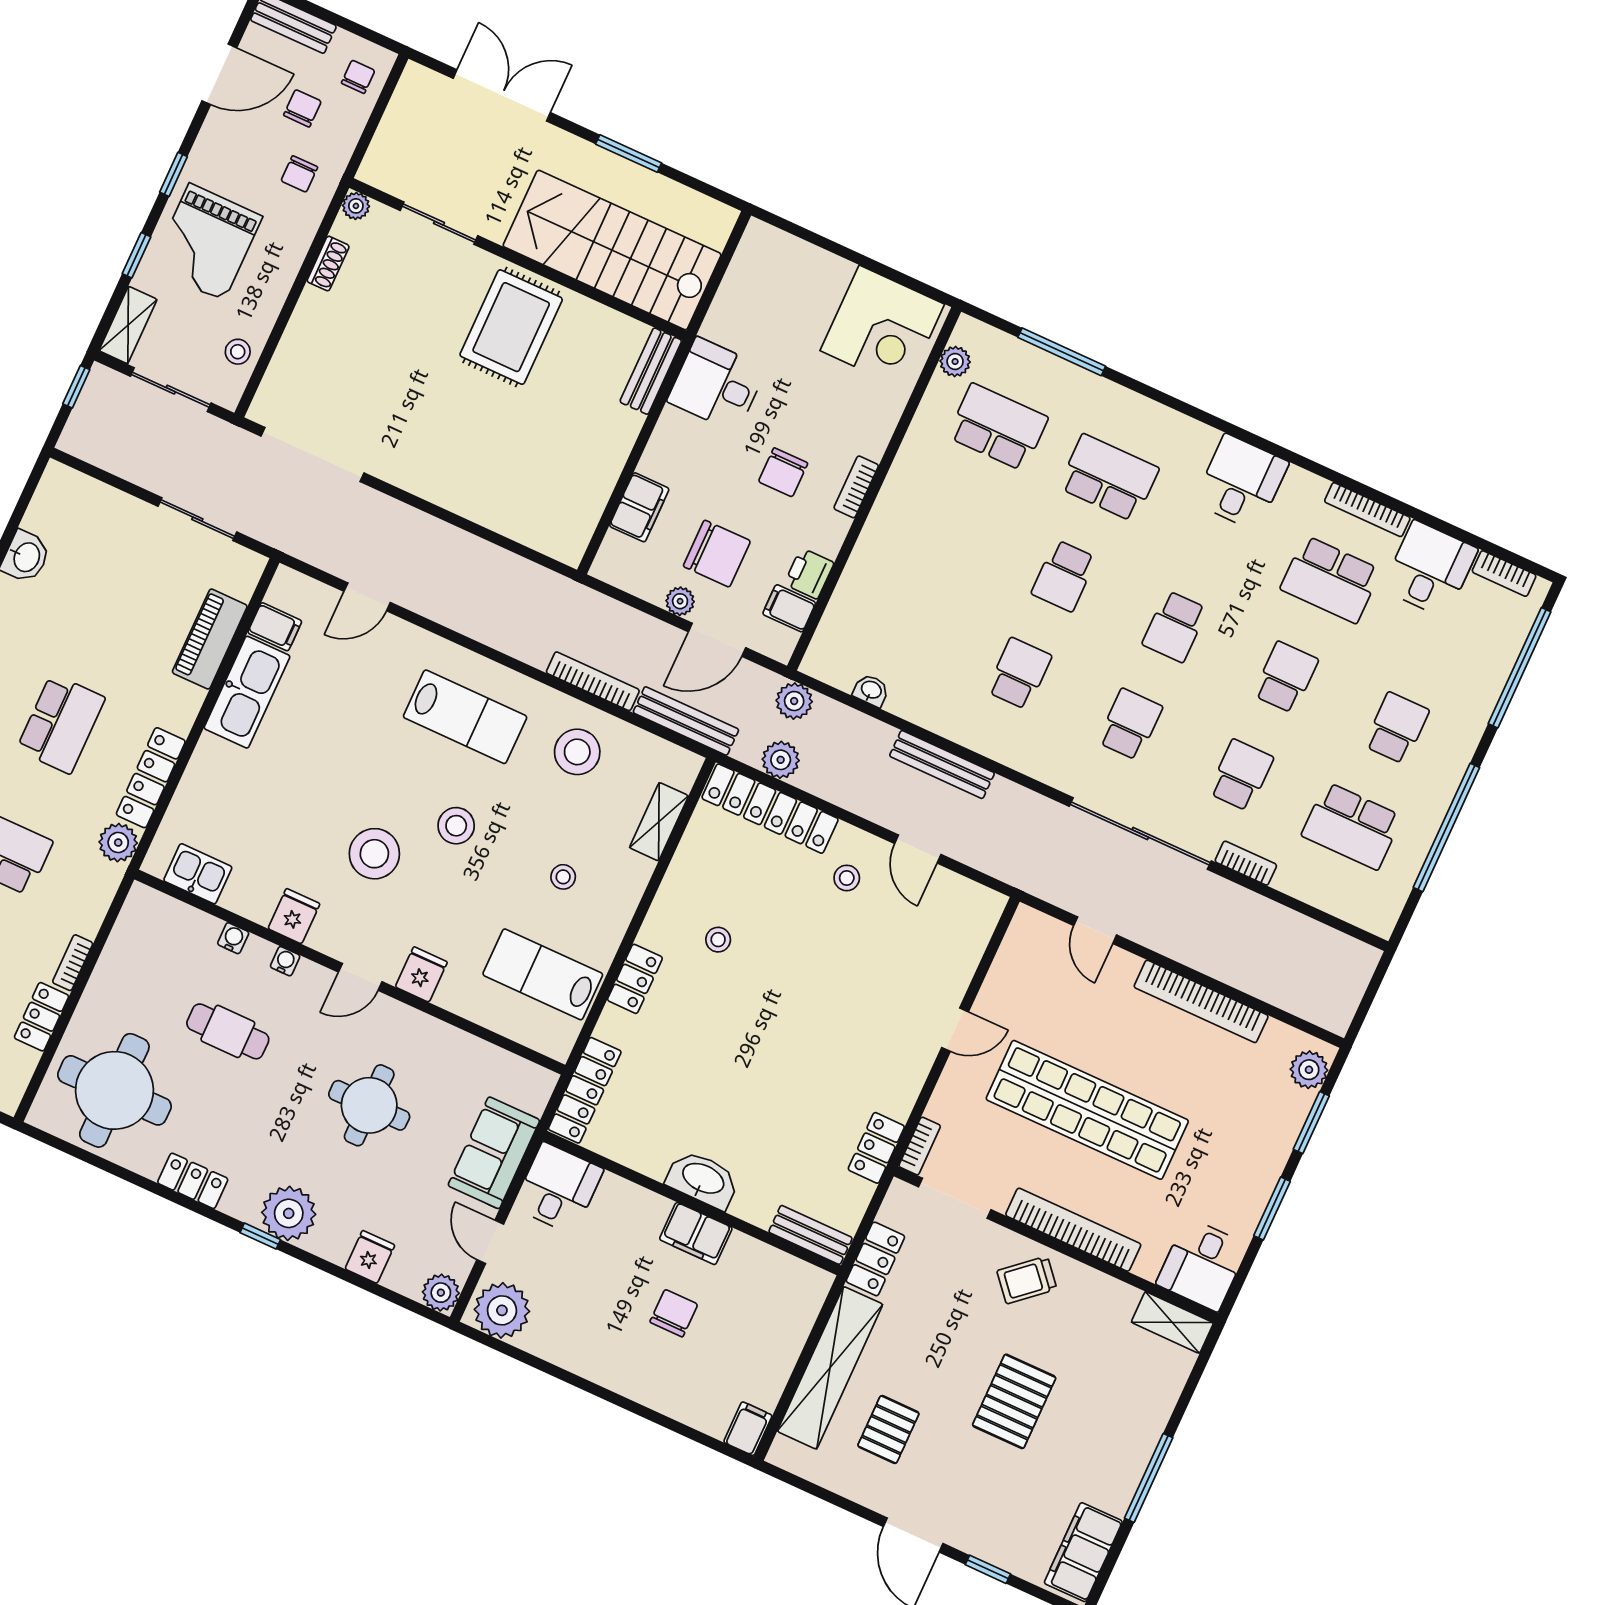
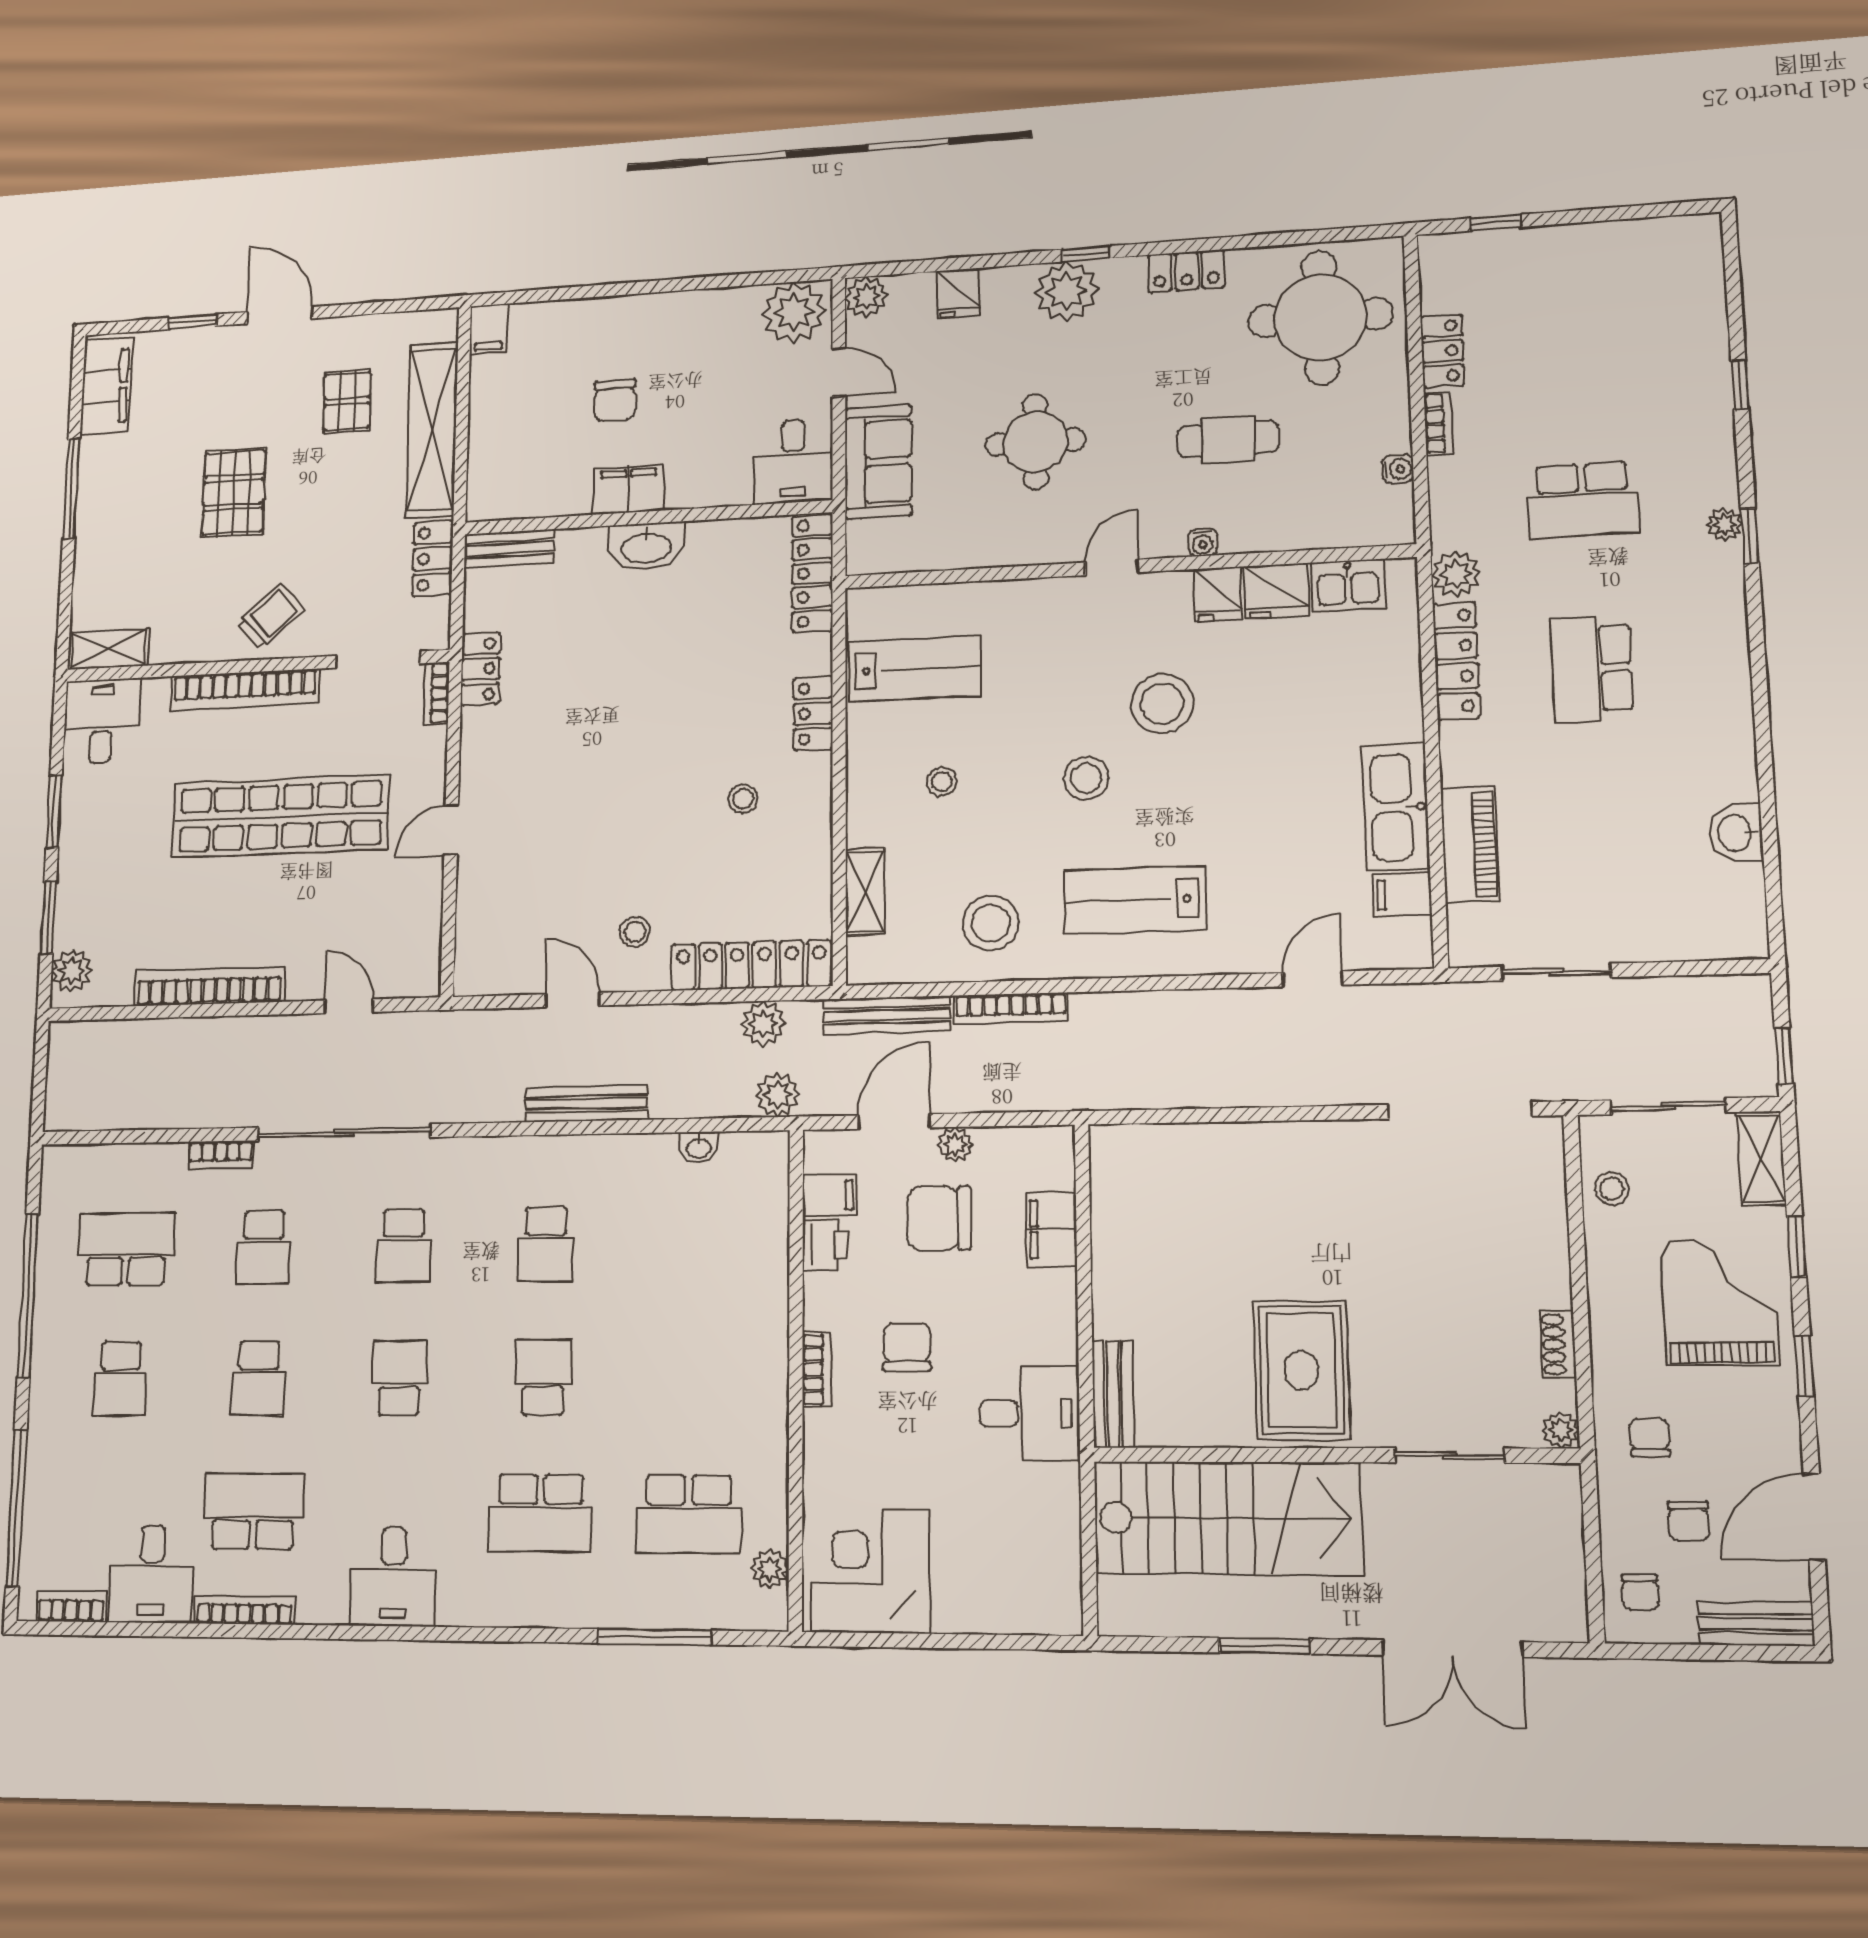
water cooler: (233, 938) -> (1398, 469), moved, turned -90
fridge: (421, 974) -> (1276, 591), moved, width x1.38

